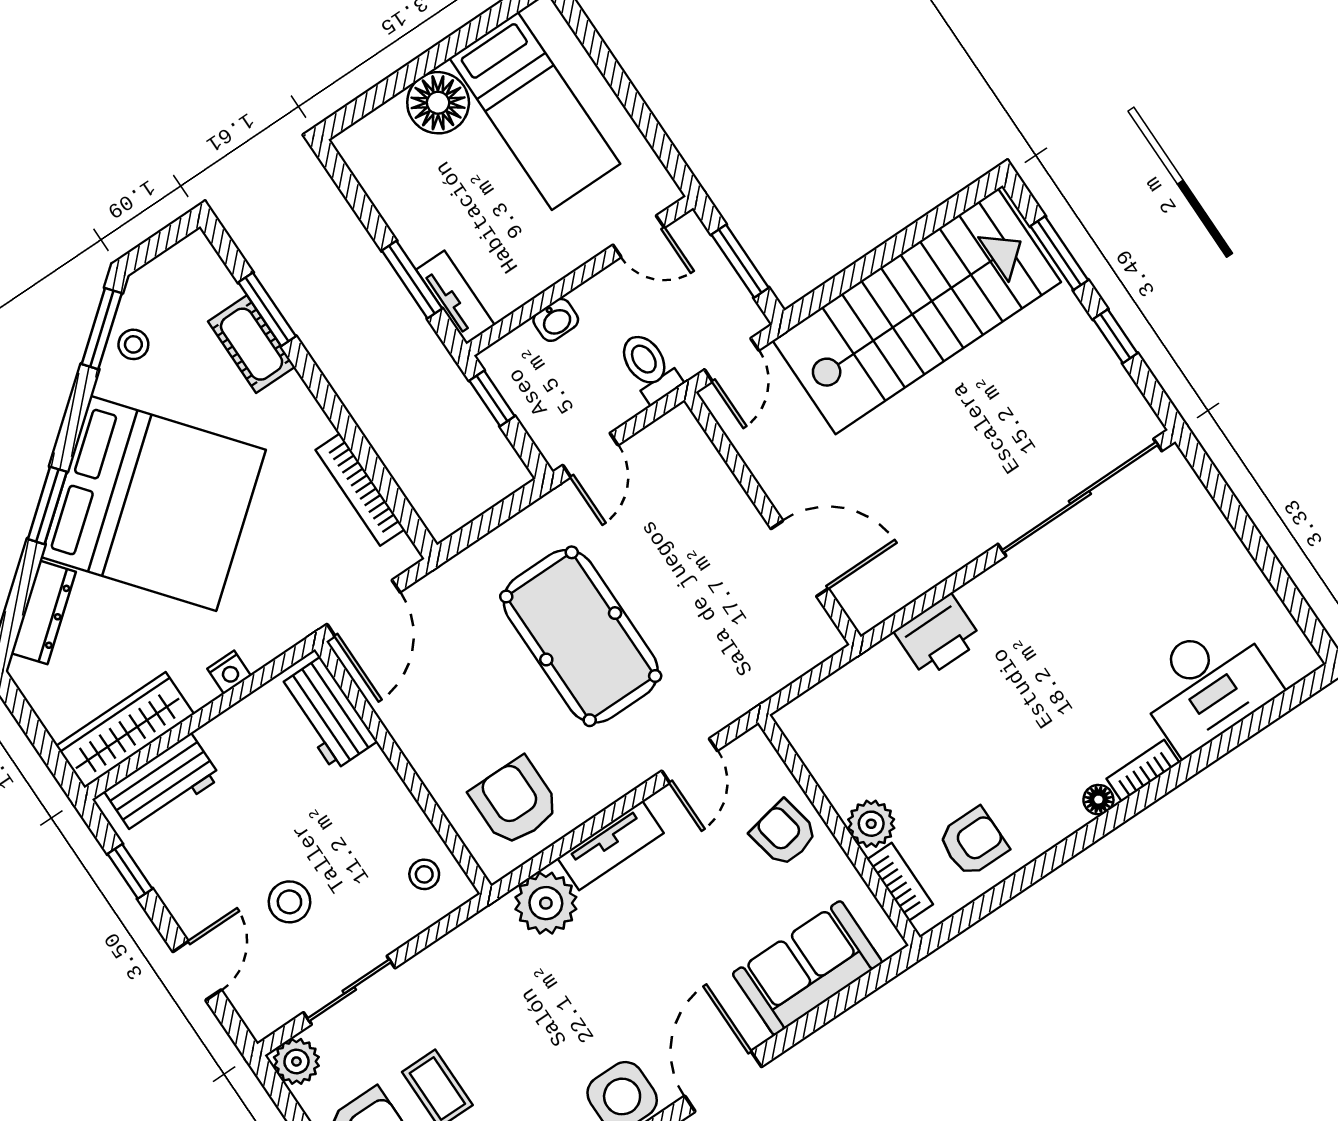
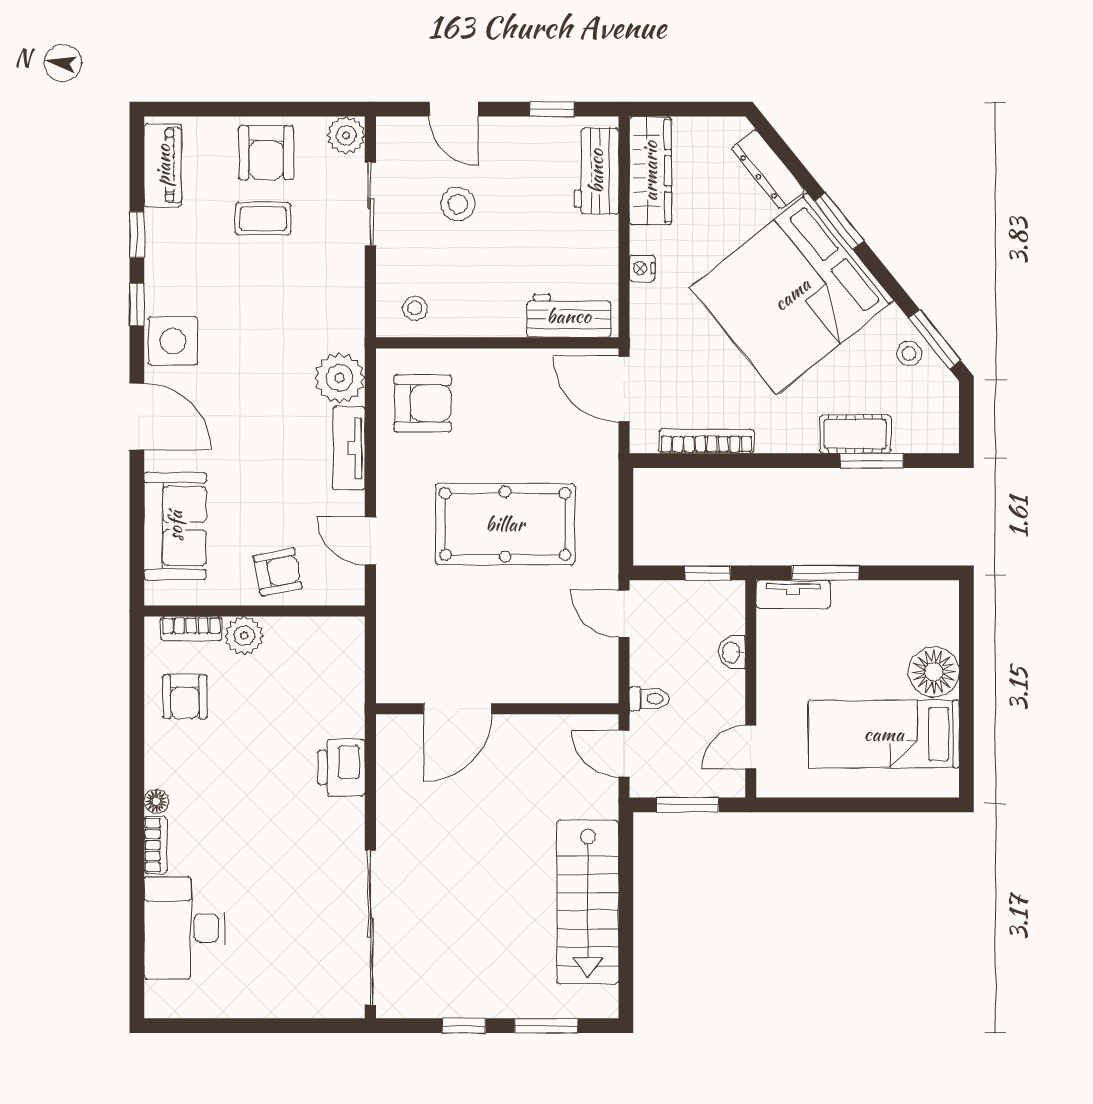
stairs: (917, 311) -> (588, 902), width x0.73, depth x0.66
toilet: (649, 367) -> (649, 699), width x0.73, depth x0.72

